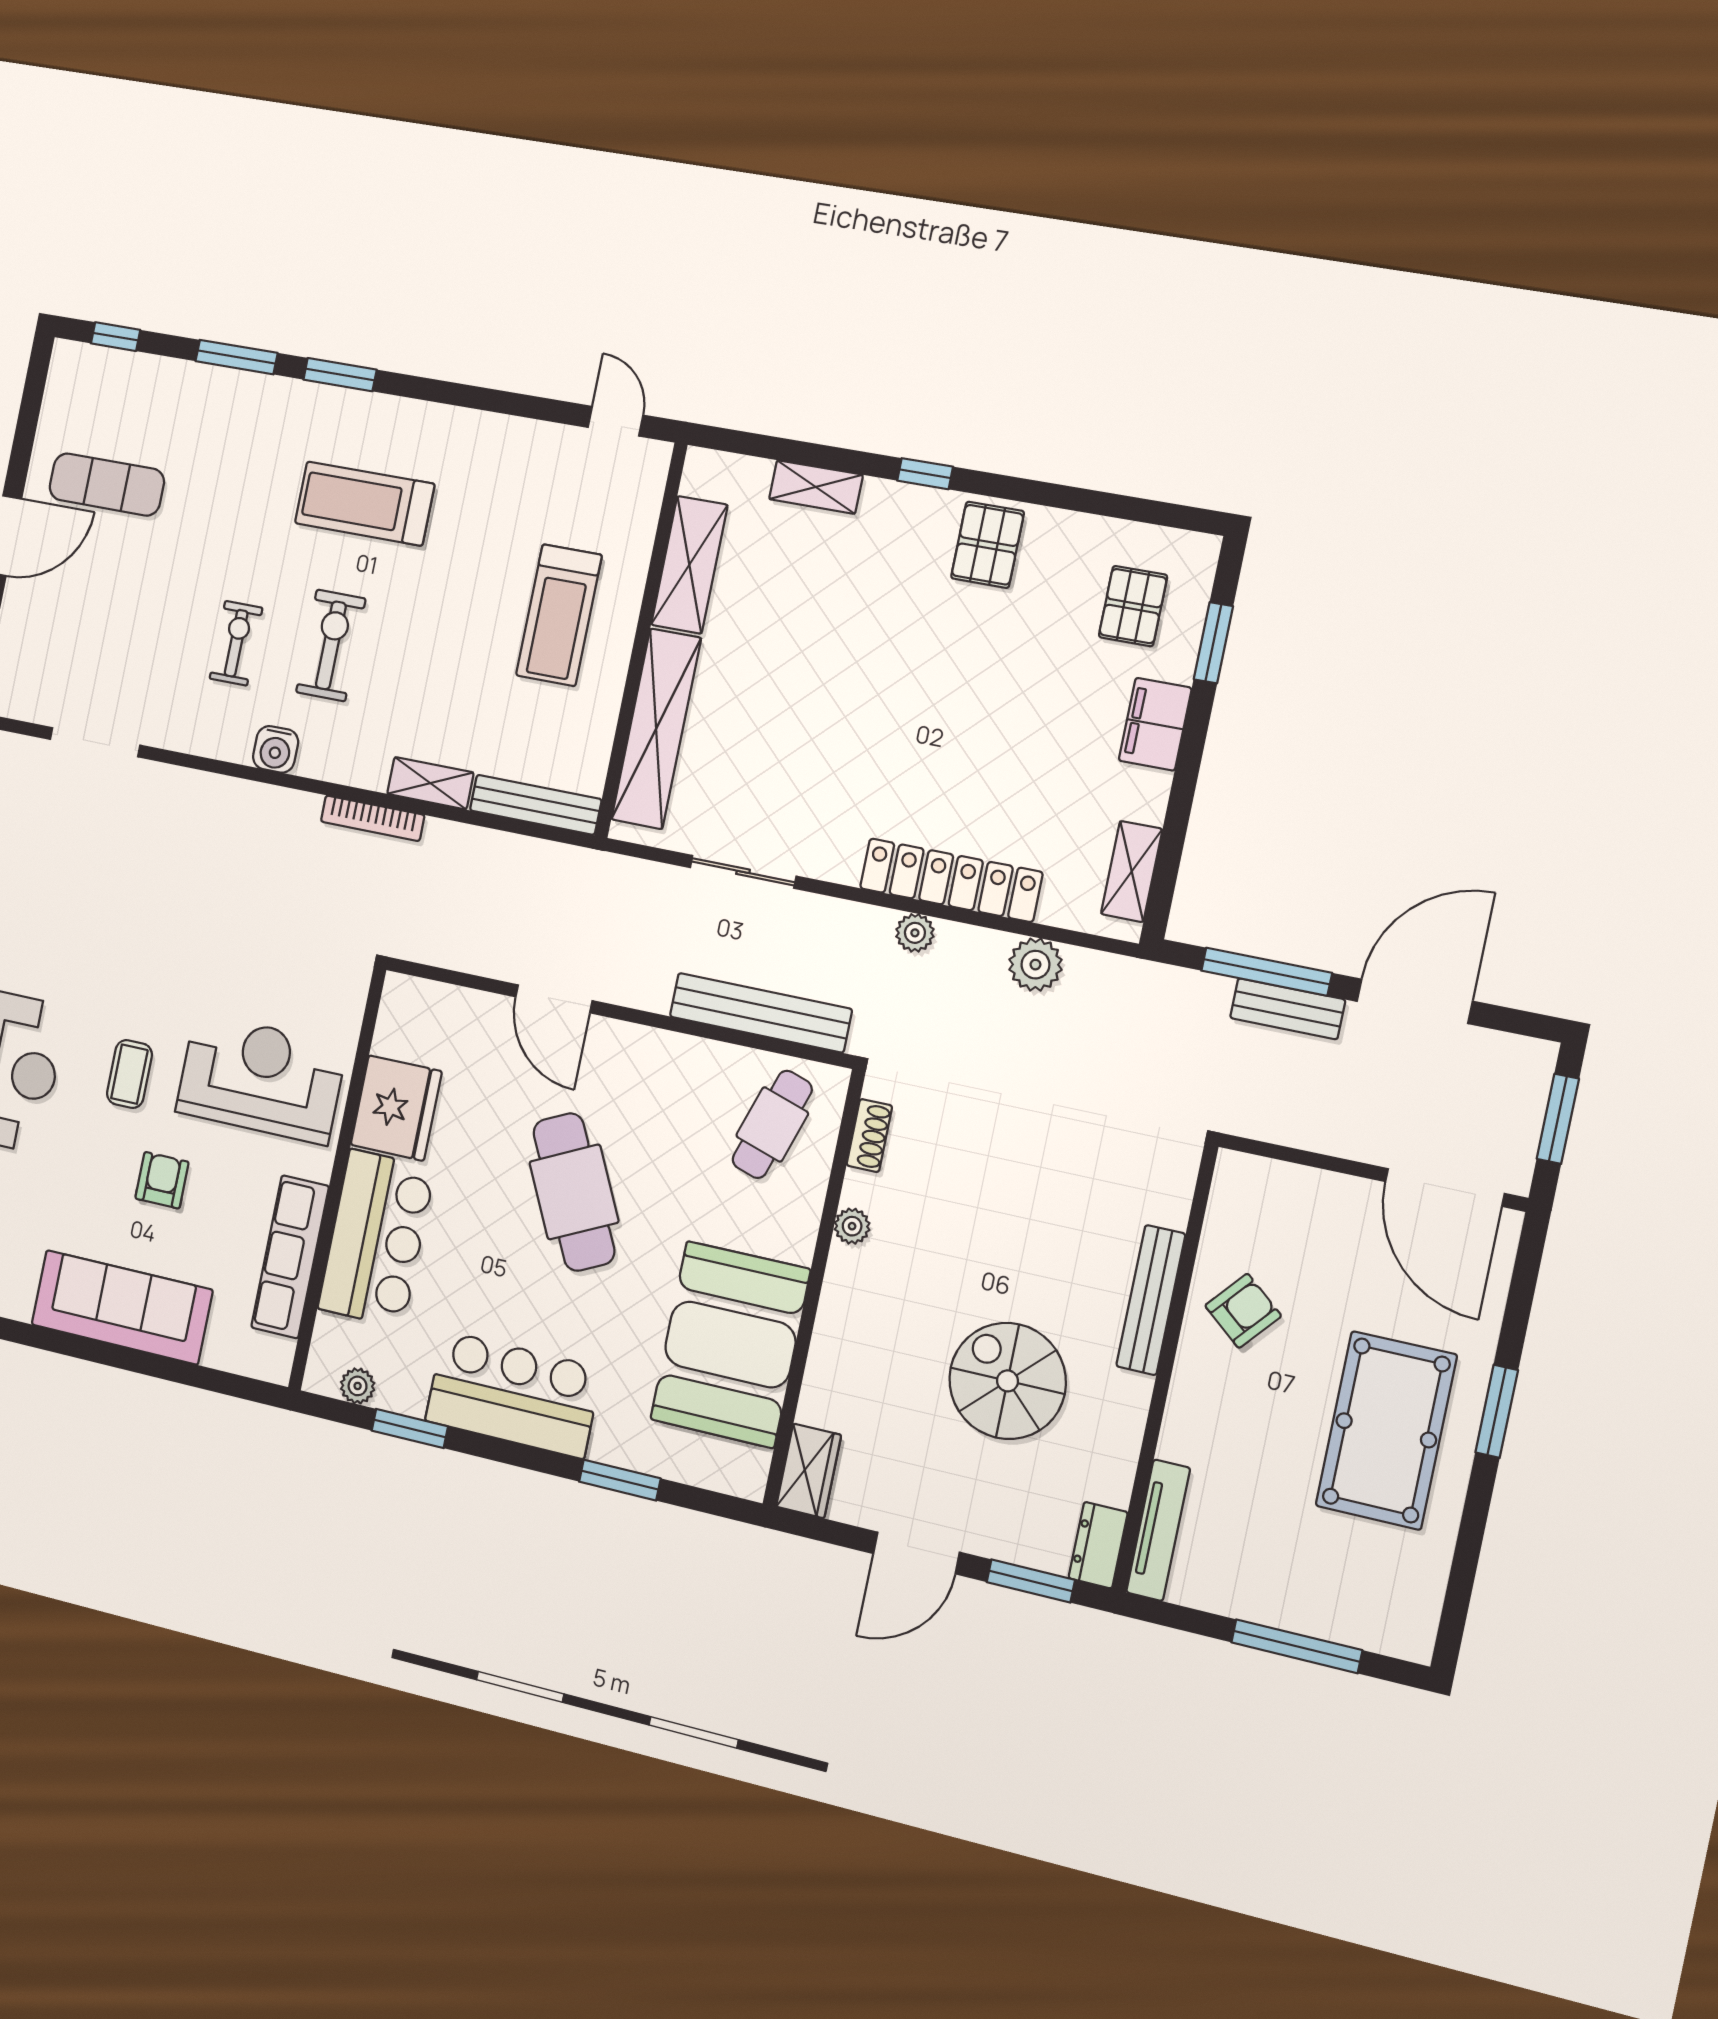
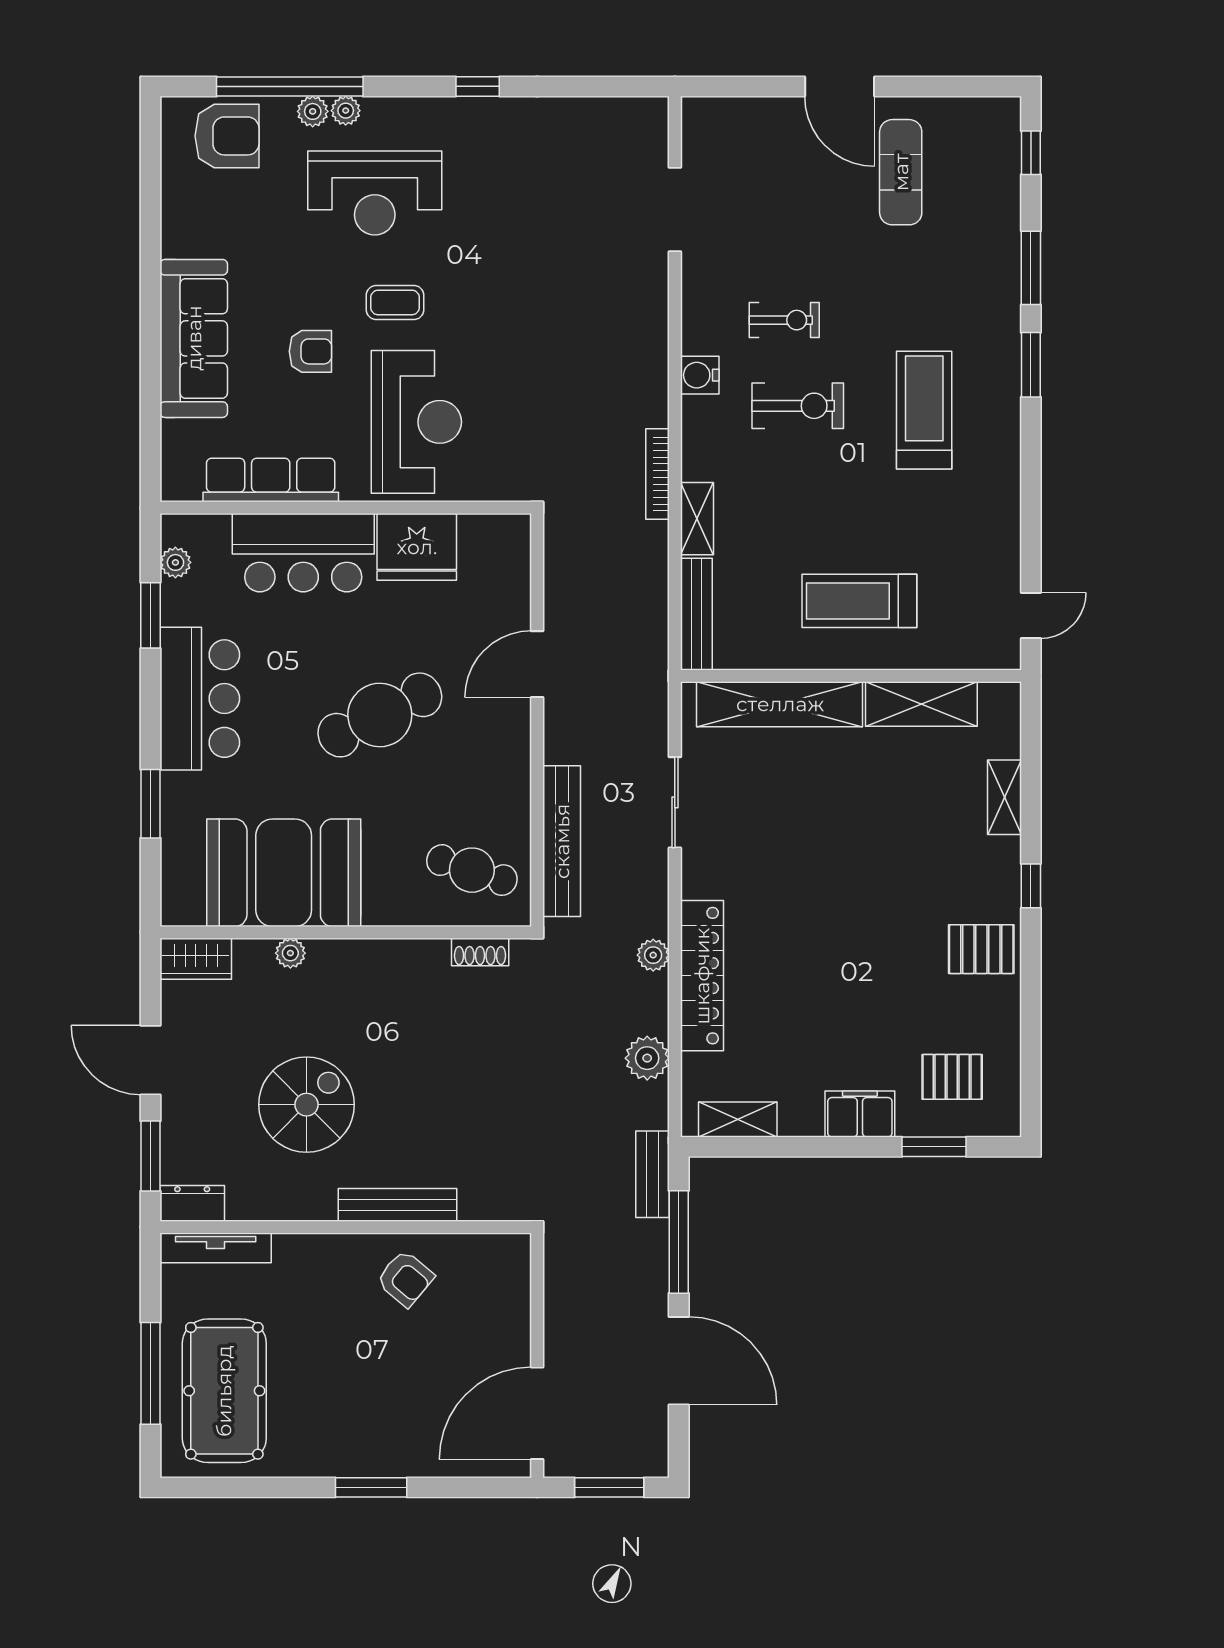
bench: (1288, 1009) -> (653, 1174), moved
plant: (852, 1226) -> (290, 953), moved
pool table: (1386, 1430) -> (224, 1391), moved, turned 90

